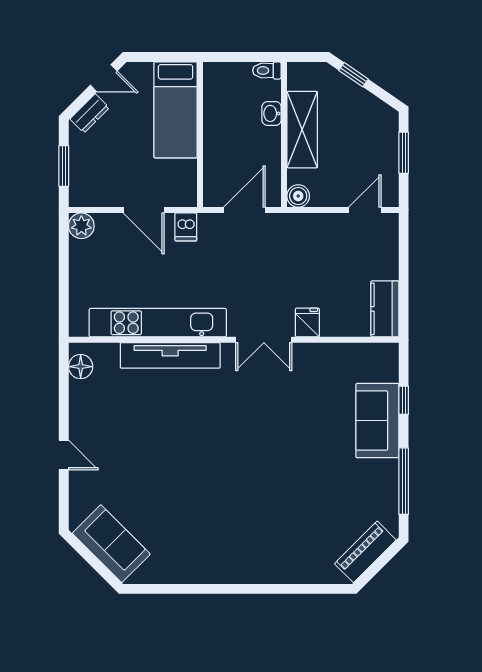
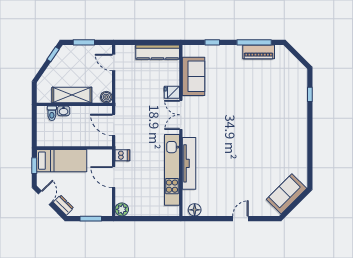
window: (166, 57) -> (34, 166), added
toilet: (267, 70) -> (52, 113), moved
window: (353, 75) -> (53, 54), moved
door: (144, 210) -> (114, 177), swing flipped
kitchen counter: (385, 309) -> (158, 52), width x1.50
double door: (264, 340) -> (181, 115), swing flipped
sofa: (377, 421) -> (193, 76), moved, turned -90
piano: (365, 552) -> (259, 52), moved, turned -45
window: (303, 589) -> (310, 94), added

